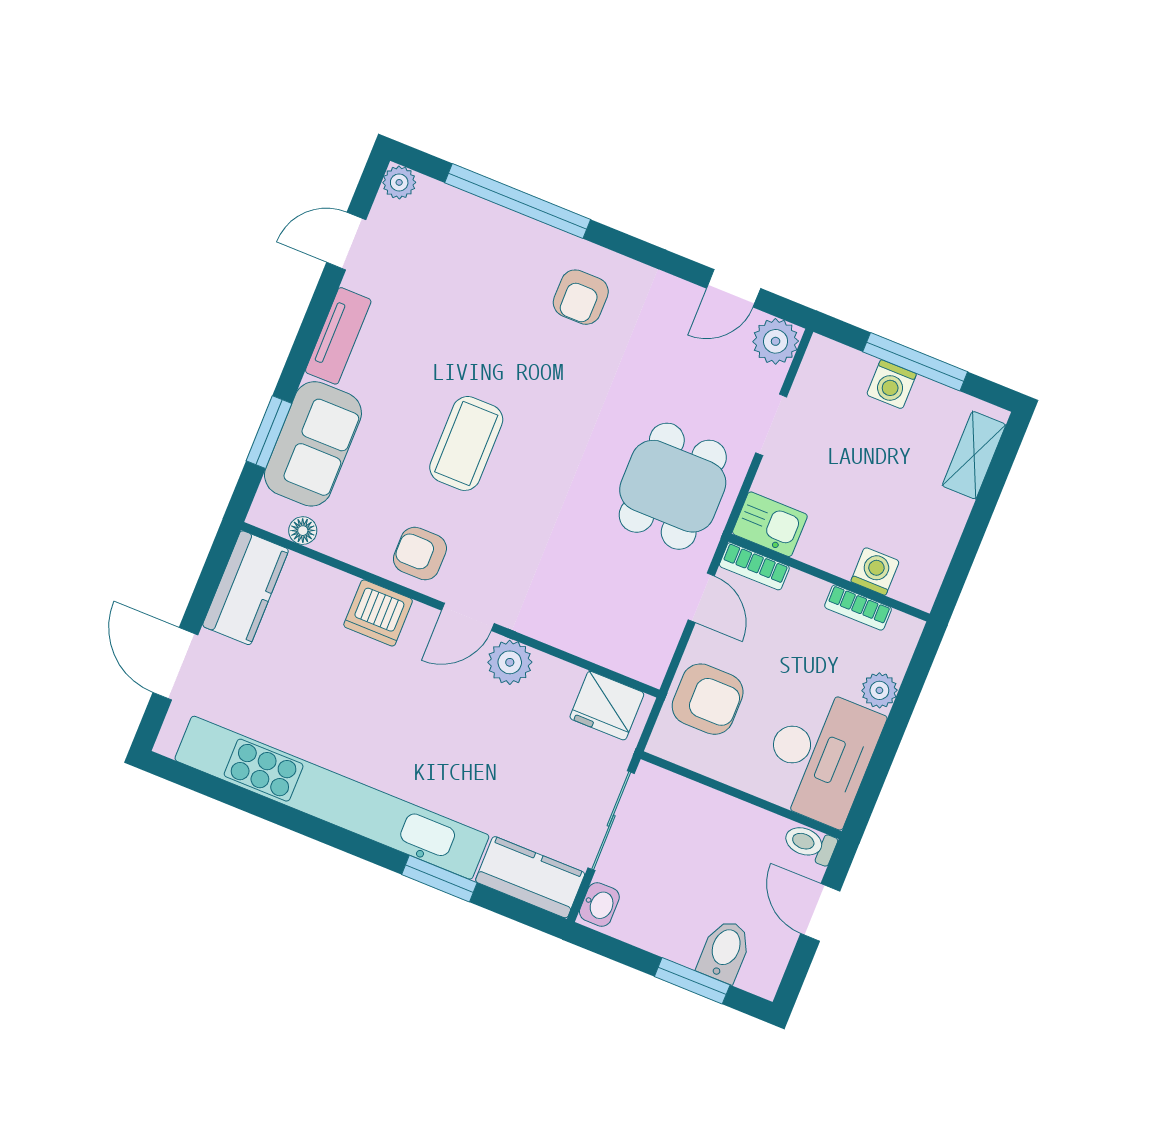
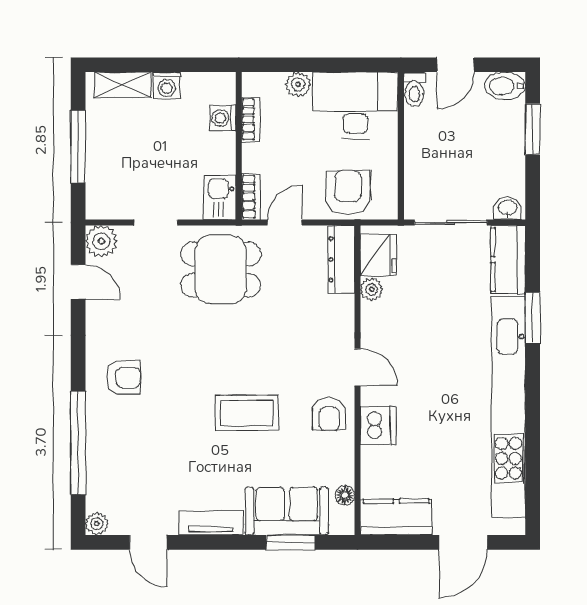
washing machine: (892, 384) -> (167, 85), moved, turned 90
dresser: (621, 654) -> (341, 259), added
plant: (510, 662) -> (372, 289), moved, width x0.73, depth x0.73
bidet: (725, 951) -> (505, 86), moved

